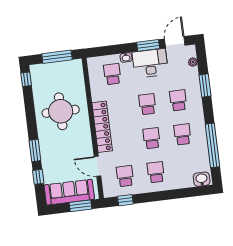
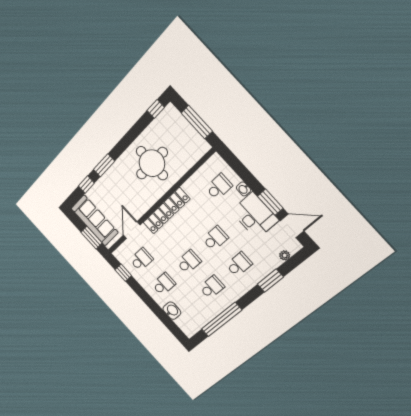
washbasin: (202, 179) -> (172, 311), moved

